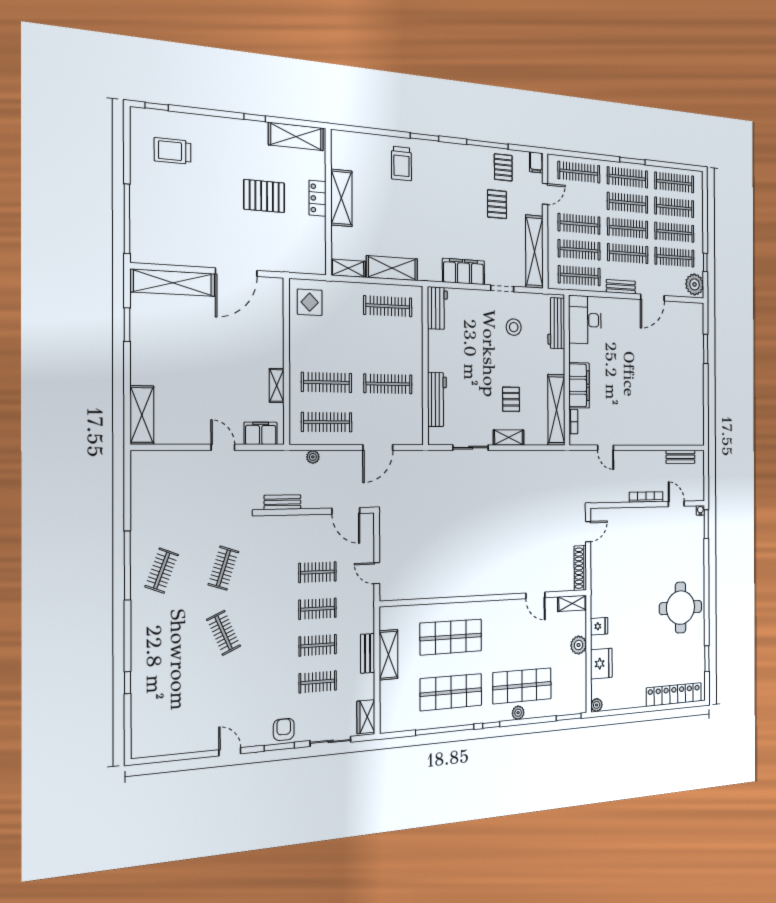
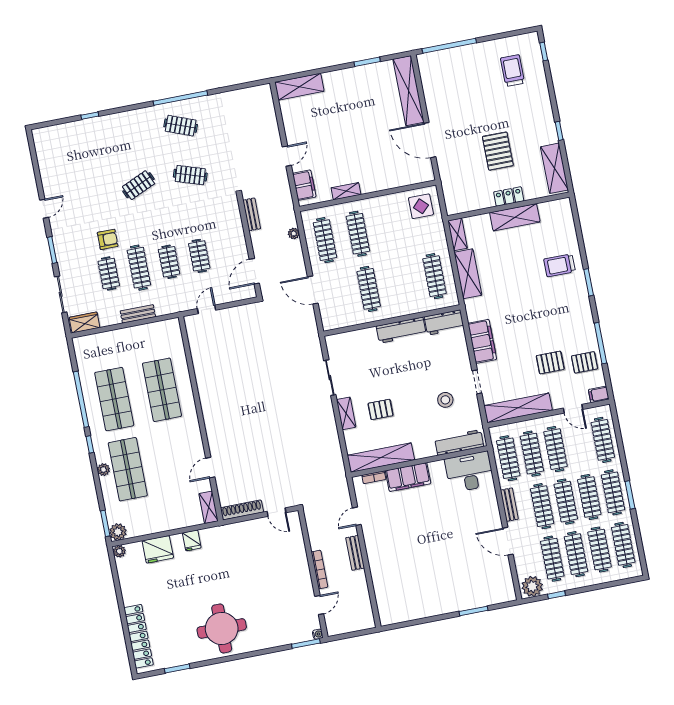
workbench: (437, 400) -> (401, 330), moved
bench: (680, 457) -> (355, 553), moved
clothes rail: (318, 645) -> (139, 268), width x1.36
plant: (579, 645) -> (118, 532), moved
shelving: (389, 655) -> (139, 333), removed
armchair: (284, 729) -> (108, 239), moved

